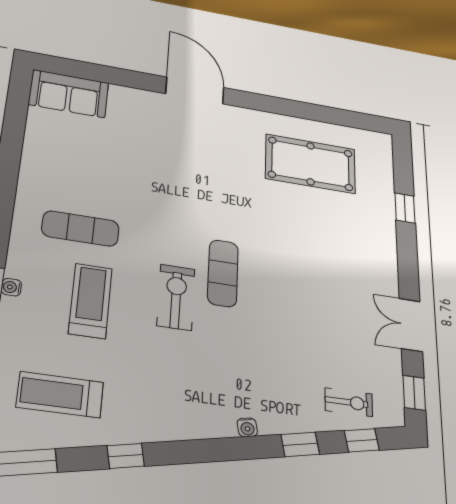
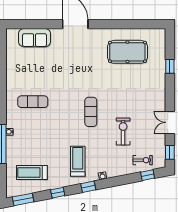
sofa: (69, 94) -> (34, 38), moved
exercise bike: (176, 297) -> (123, 131), moved
treadmill: (90, 301) -> (78, 161), moved
window: (300, 444) -> (88, 187), moved

